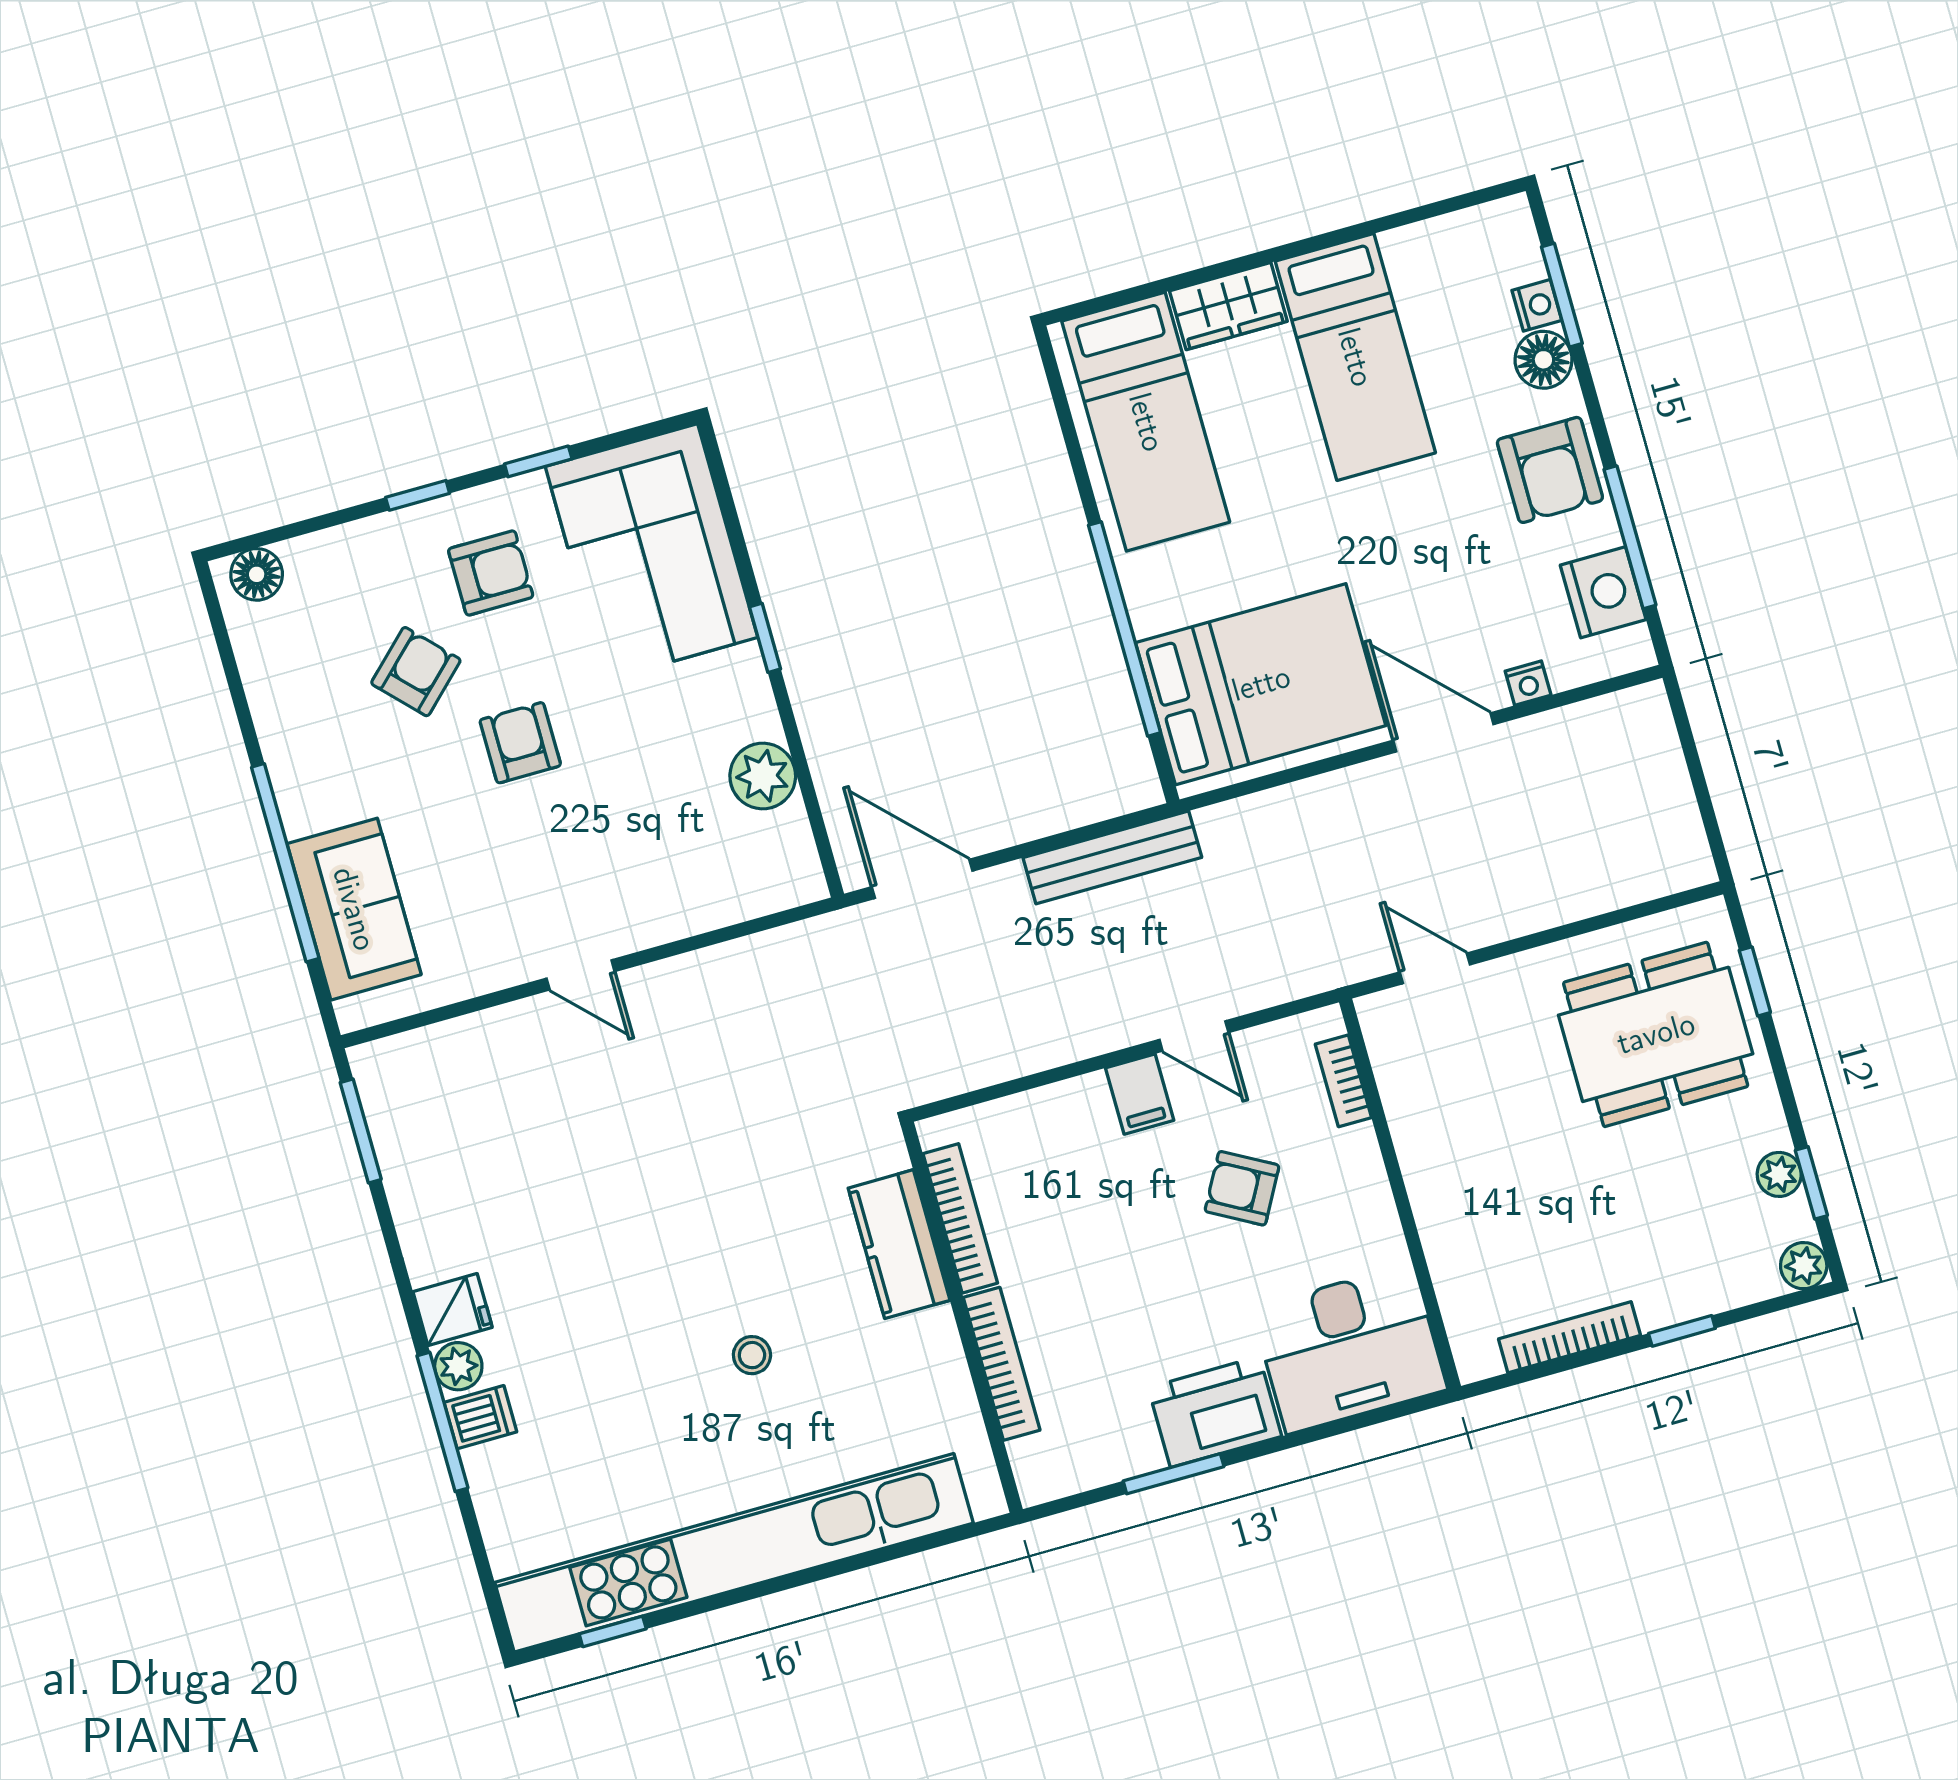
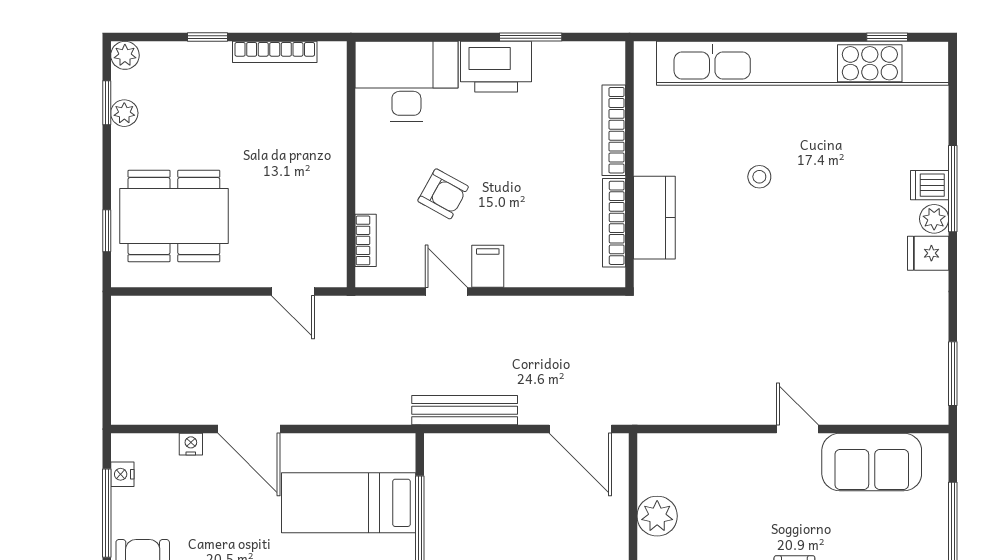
nightstand: (1603, 592) -> (122, 474), width x0.53, depth x0.56
bed: (1261, 684) -> (349, 503), width x0.67
sofa: (354, 909) -> (872, 462), moved, turned -90

